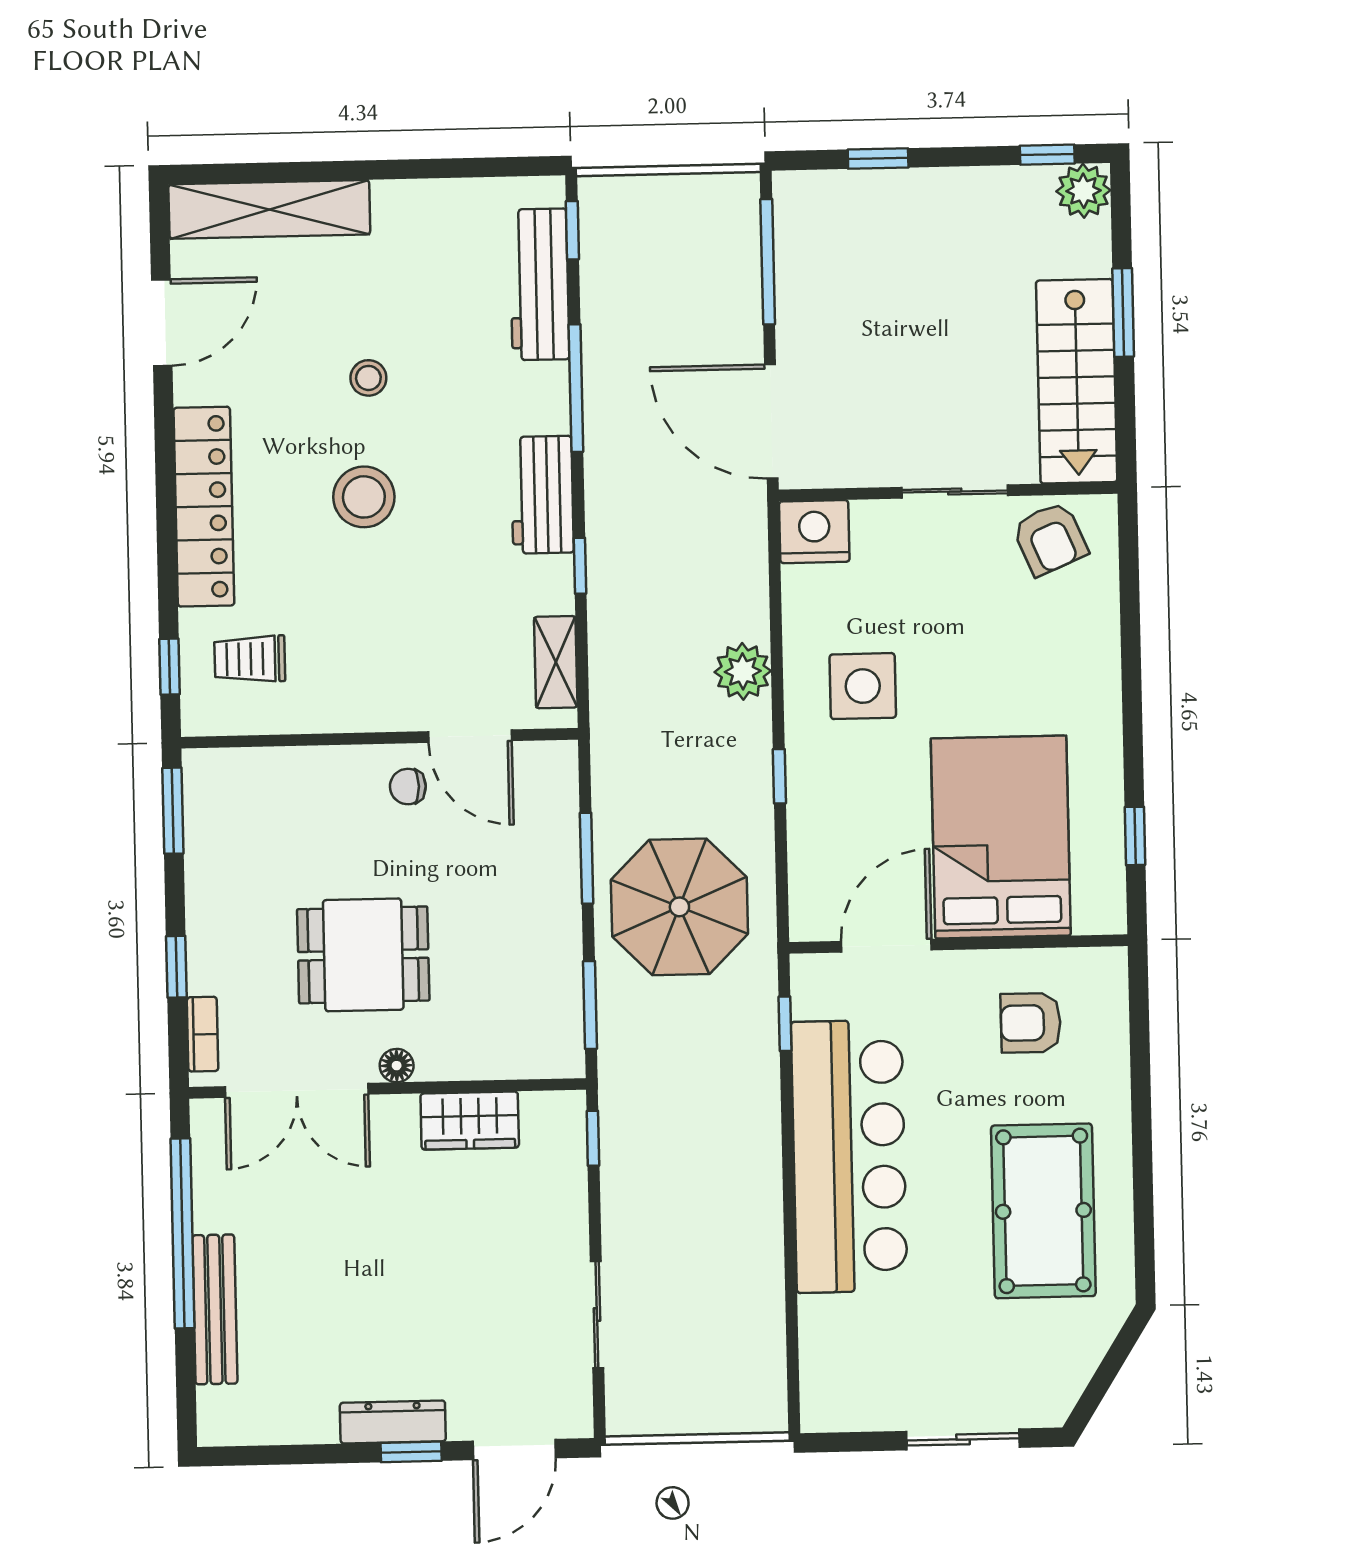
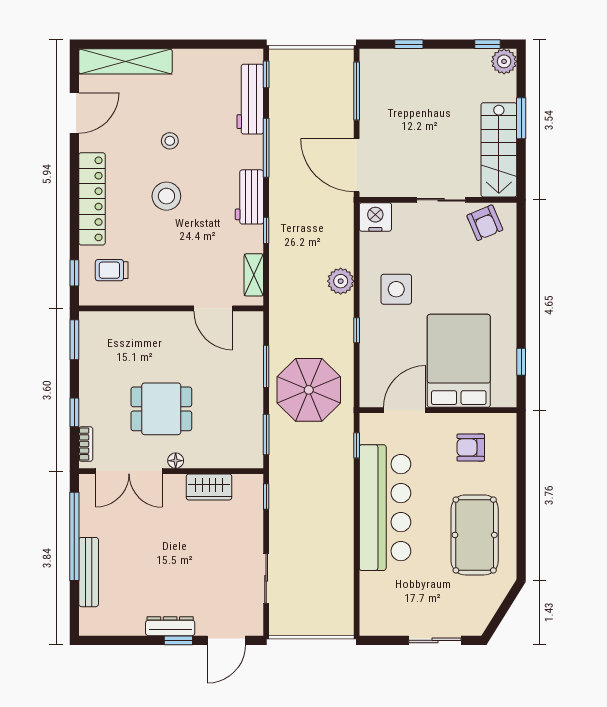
chair: (408, 787) -> (184, 331), removed

